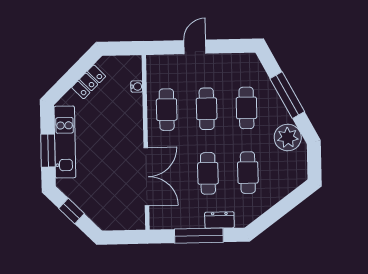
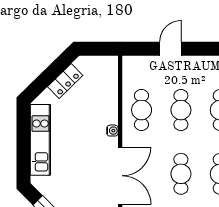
water cooler: (137, 86) -> (112, 131), moved
window: (48, 151) -> (24, 148), removed

